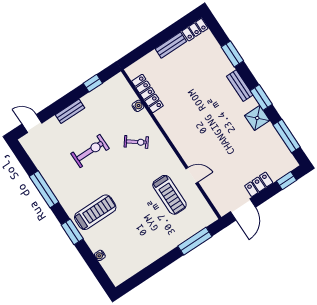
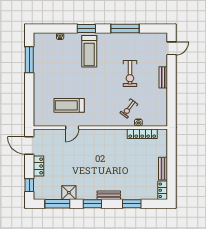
window: (93, 83) -> (171, 104), removed
shower: (257, 118) -> (69, 193), moved
exercise bike: (136, 142) -> (129, 108), moved
window: (195, 241) -> (29, 60), moved

